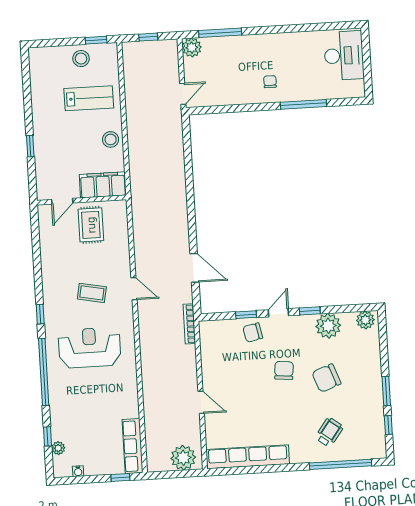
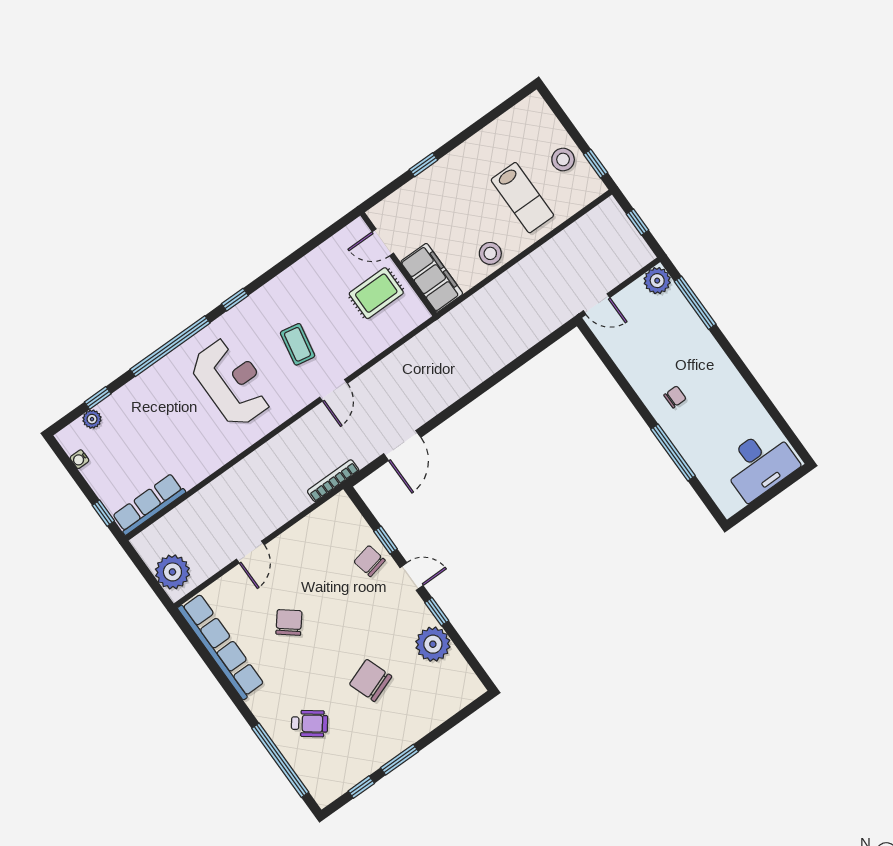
plant: (365, 320) -> (467, 683), removed
chair: (284, 370) -> (289, 622), moved, turned -56

